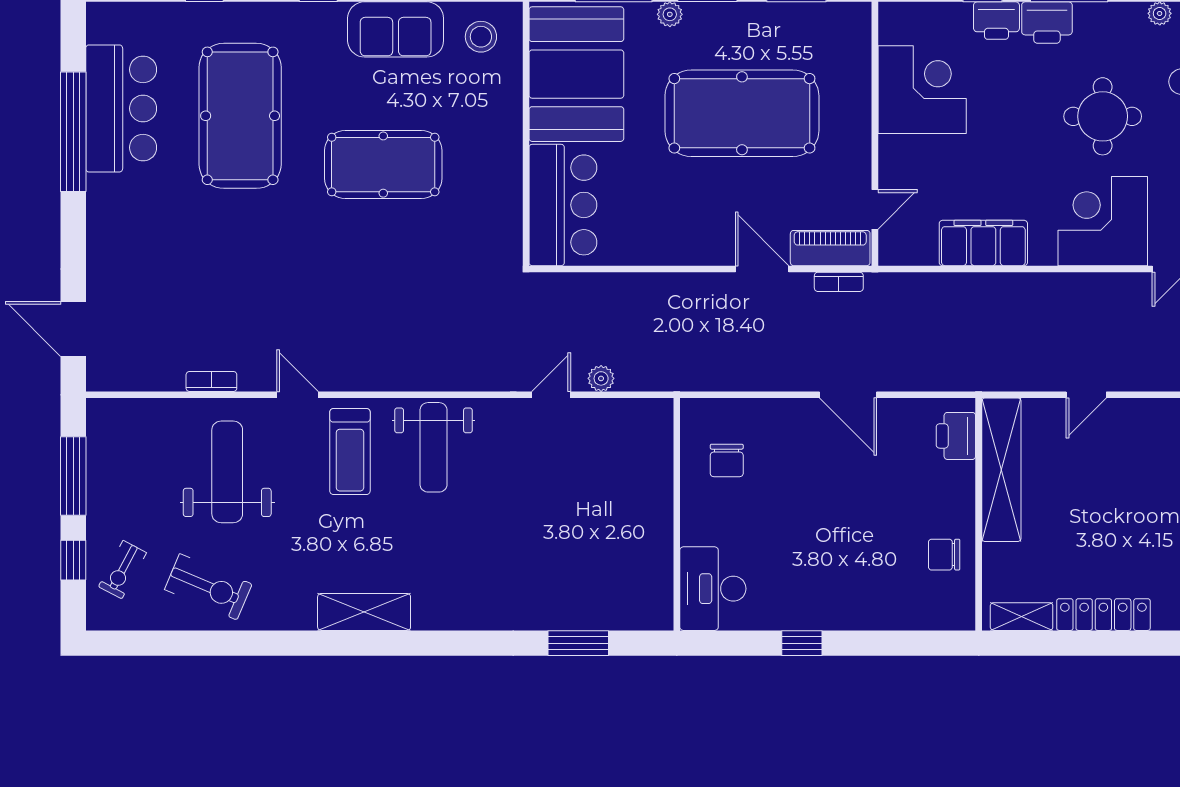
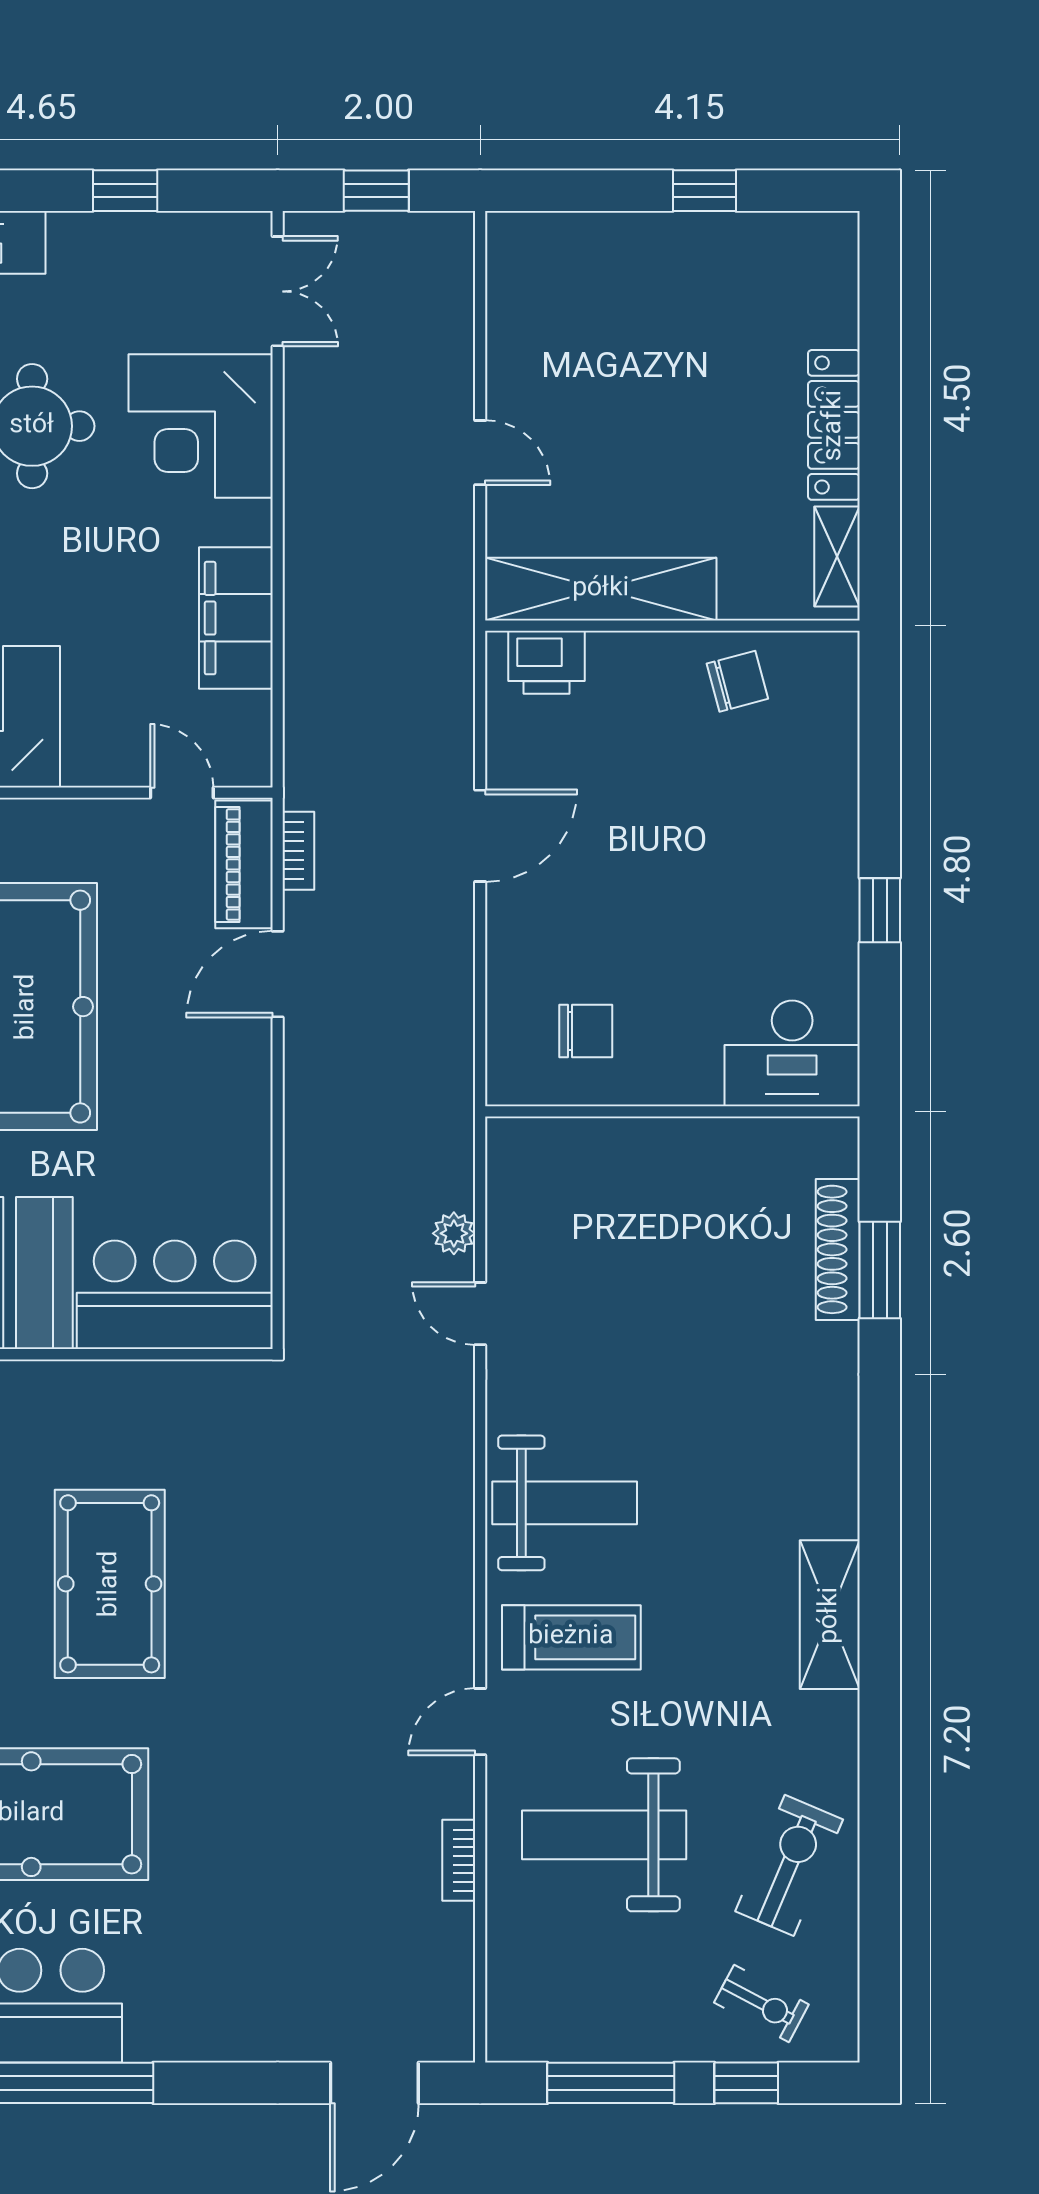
chair: (944, 555) -> (737, 681), turned -105
shoe rack: (591, 617) -> (838, 1249), added

